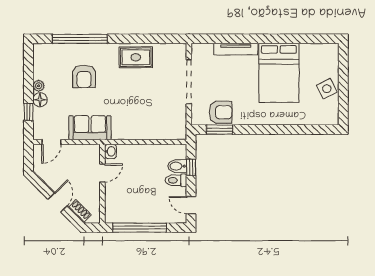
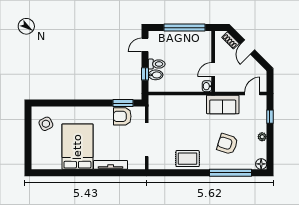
armchair: (84, 76) -> (227, 144), turned -72
side table: (327, 89) -> (46, 124), moved
floor lamp: (40, 100) -> (261, 164), moved
door: (191, 205) -> (145, 45), swing flipped

